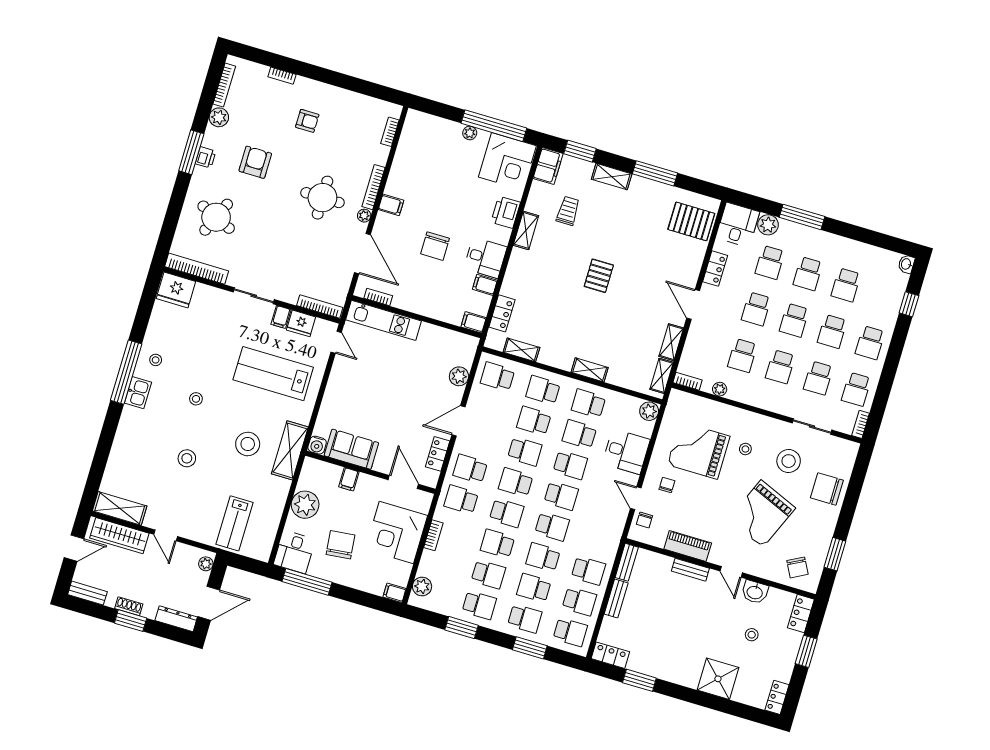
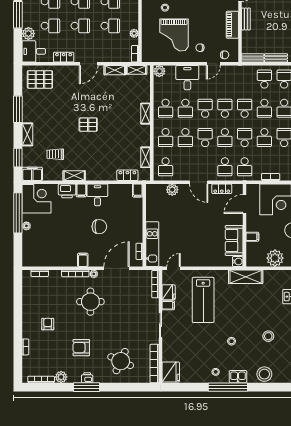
pallet: (691, 221) -> (40, 79), turned 90
filing cabinet: (485, 285) -> (81, 190), moved
stool: (248, 444) -> (264, 374), moved

